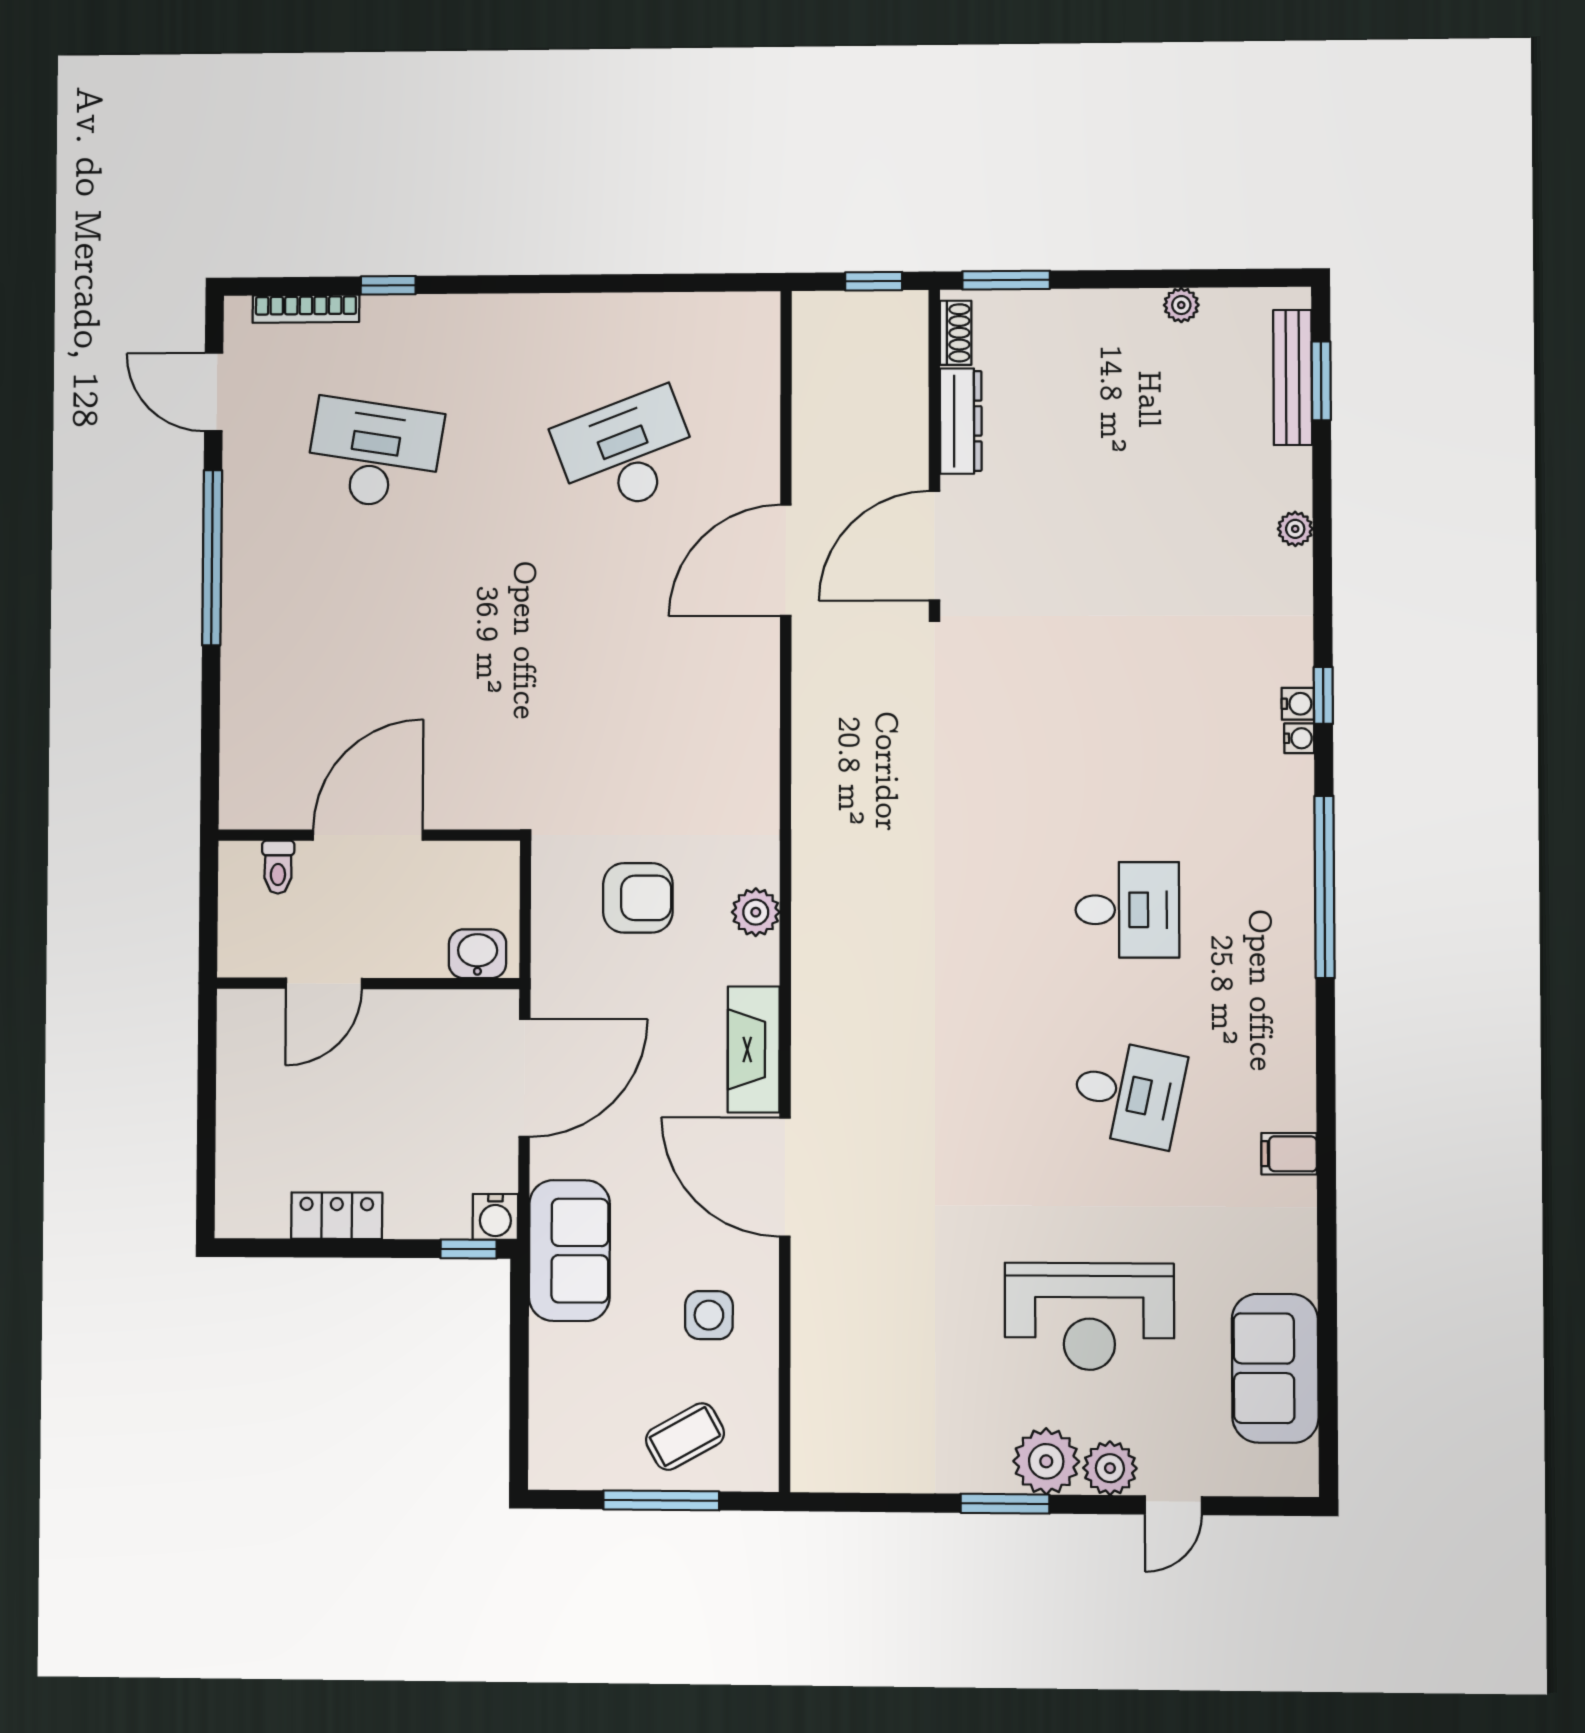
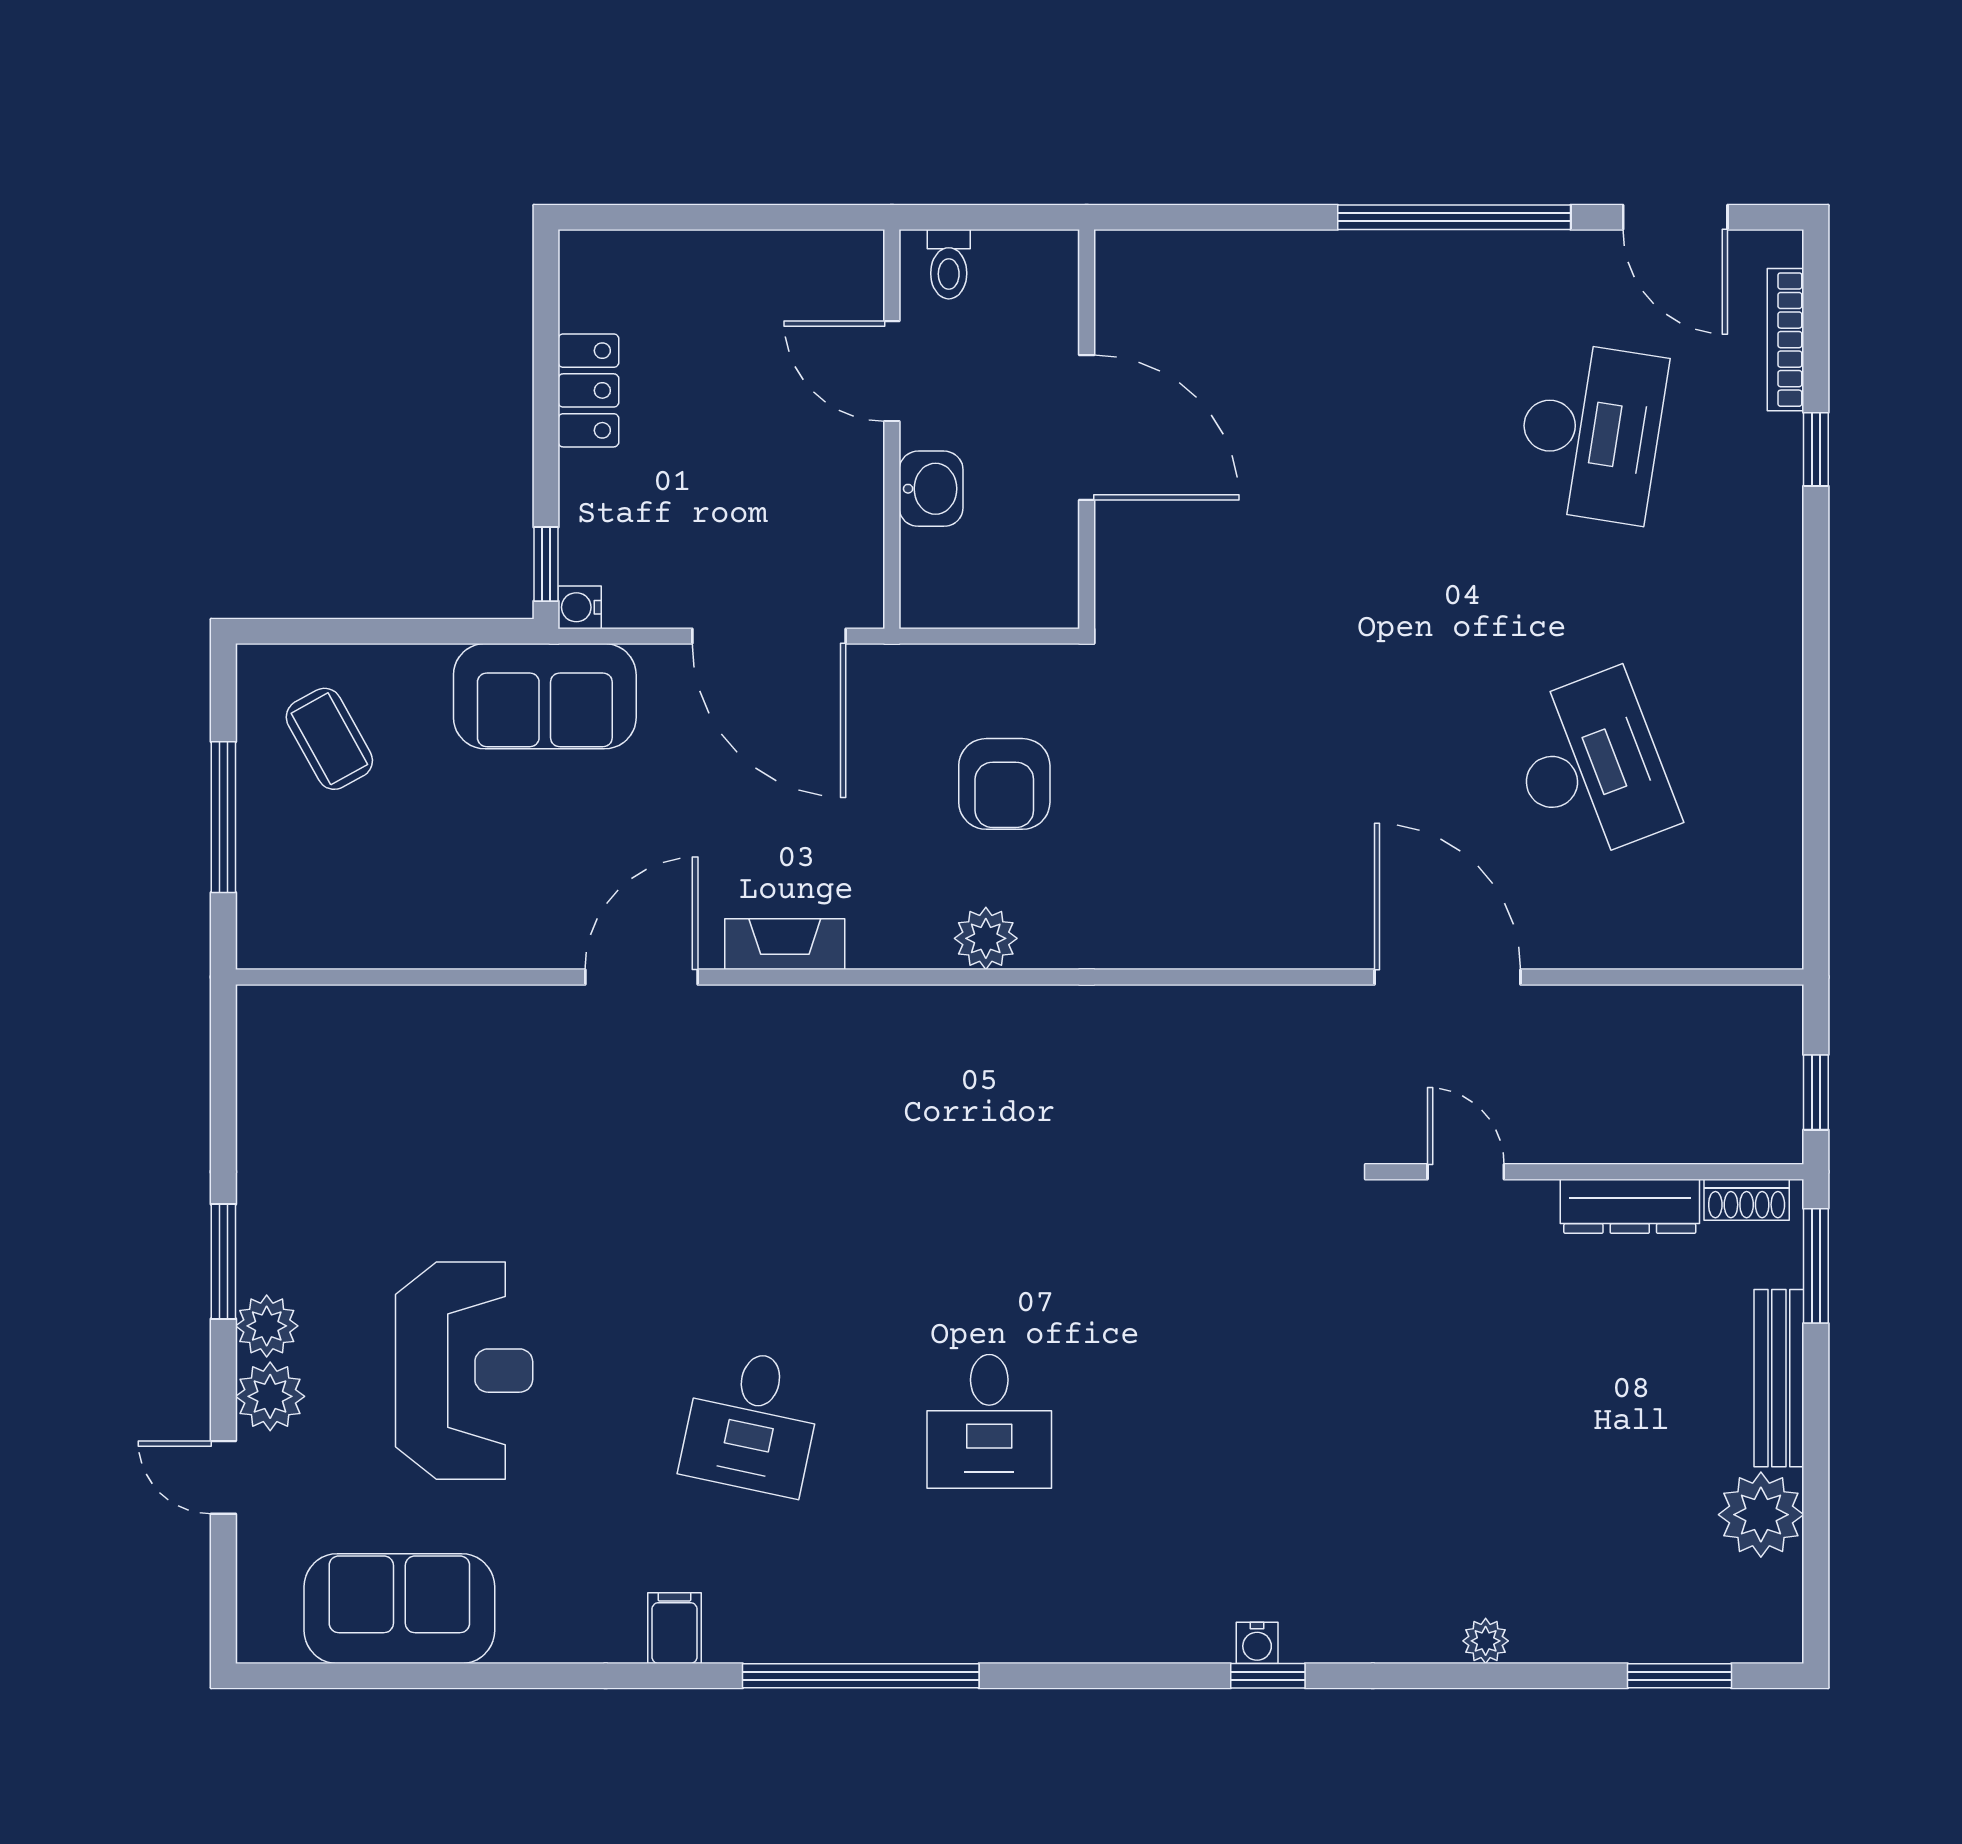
plant: (1181, 305) -> (1761, 1515), width x1.88, depth x1.88
bench: (1293, 377) -> (1779, 1378), moved, turned 90
door: (214, 392) -> (1675, 217), swing flipped
door: (934, 546) -> (1466, 1172), width x0.53
water cooler: (1299, 738) -> (1212, 1644), removed
toilet: (278, 867) -> (949, 264), moved, turned -90
window: (1325, 887) -> (861, 1676), moved
washbasin: (478, 954) -> (931, 489), moved
fireplace: (754, 1049) -> (785, 944), width x0.73, depth x0.76
door: (785, 1177) -> (642, 977), width x0.73
water cooler: (495, 1217) -> (580, 607), width x0.72, depth x0.72
side table: (709, 1315) -> (462, 878), removed
reception desk: (1089, 1316) -> (464, 1371), turned 180
coffee table: (685, 1437) -> (329, 739), moved
plant: (1046, 1461) -> (267, 1326), width x0.73, depth x0.73

